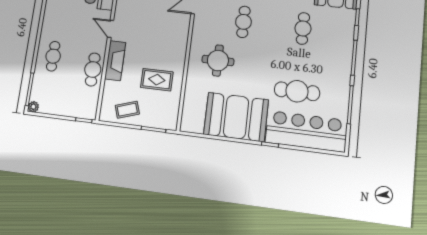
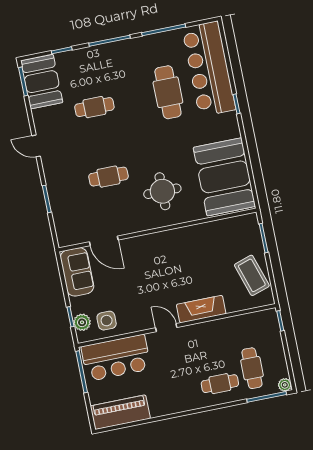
door: (111, 29) -> (166, 328), swing flipped
cafe table: (93, 69) -> (252, 368), moved, turned 90
rug: (157, 80) -> (207, 253), removed
coffee table: (127, 110) -> (252, 275), width x1.36, depth x1.30
booth: (236, 117) -> (224, 177), moved

